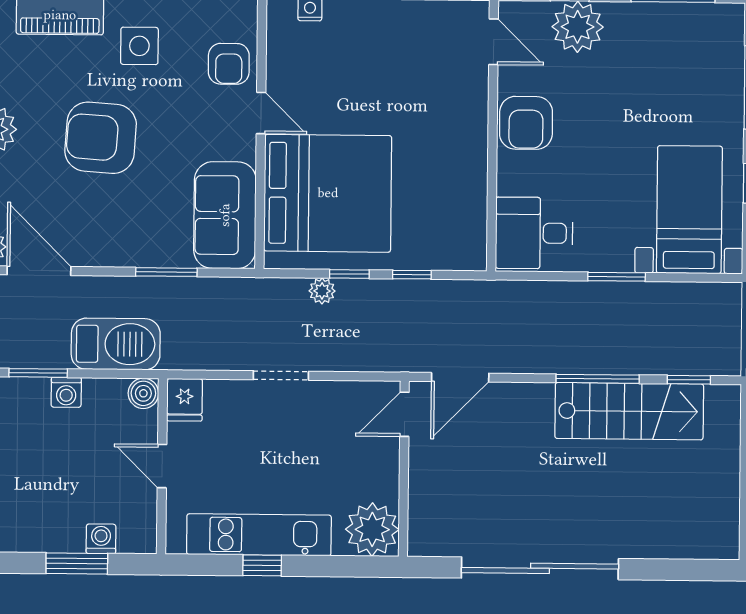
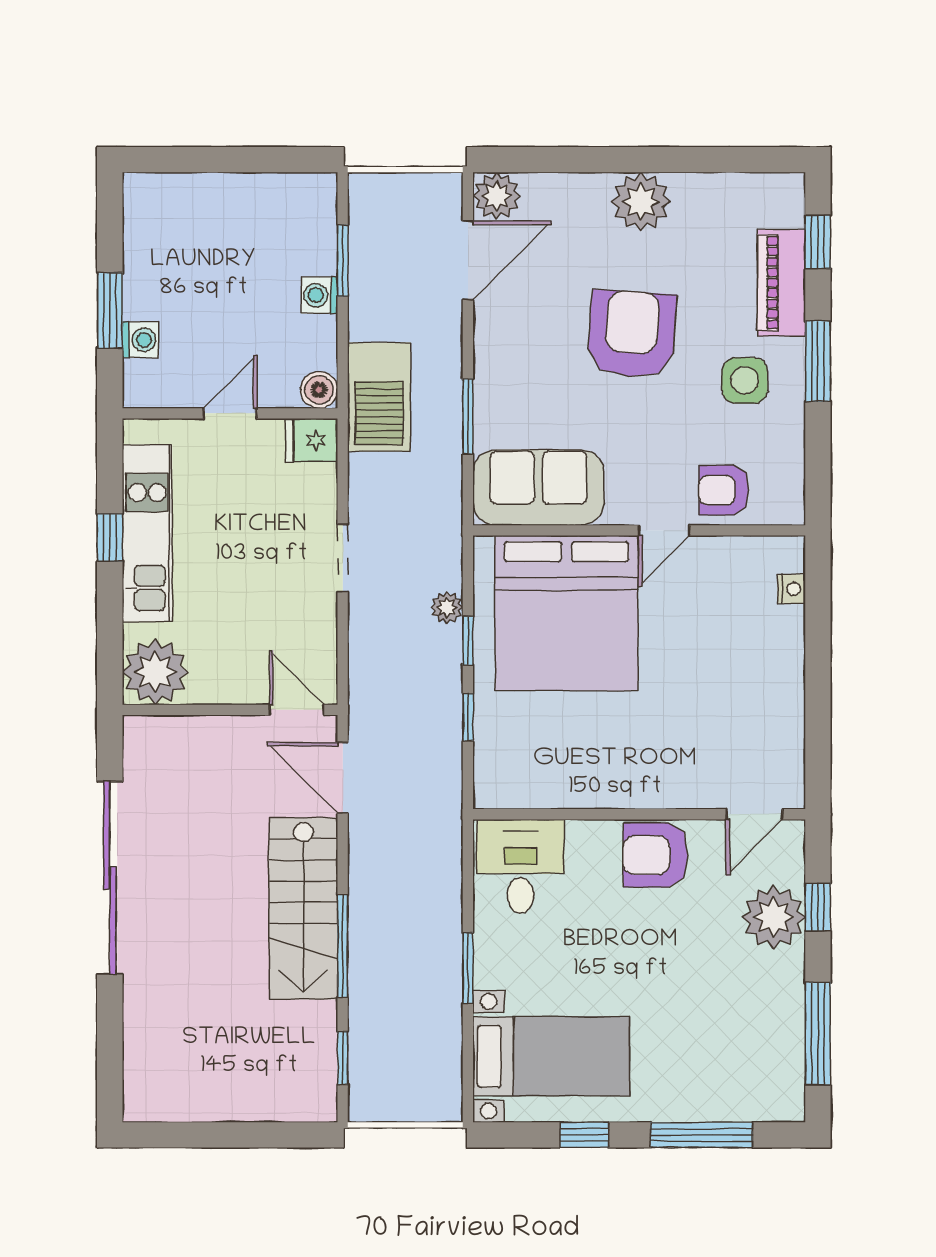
barbecue: (116, 344) -> (379, 397), moved
stairs: (629, 411) -> (303, 908), moved

